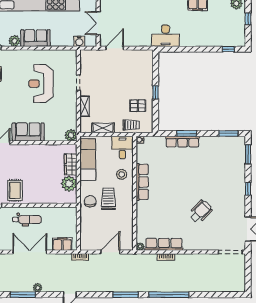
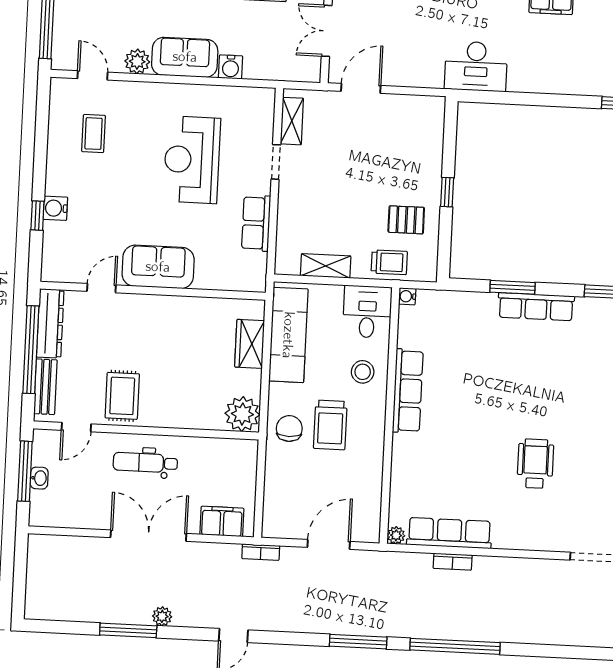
water cooler: (79, 41) -> (231, 67), moved
shelving: (85, 106) -> (292, 121), moved
row of seats: (71, 110) -> (256, 223), added
plant: (71, 135) -> (253, 279), removed
row of seats: (183, 142) -> (536, 307), moved
plant: (69, 184) -> (242, 414), moved
trolley: (108, 199) -> (330, 425), turned 180
wheelchair: (201, 212) -> (535, 464), turned -44
dental chair: (27, 220) -> (145, 463), turned 180

